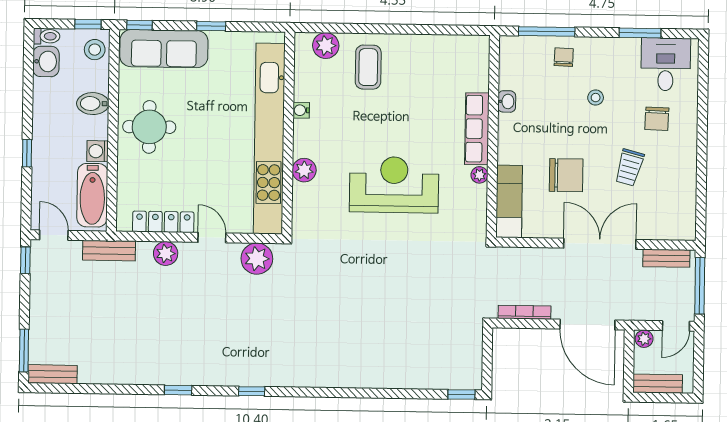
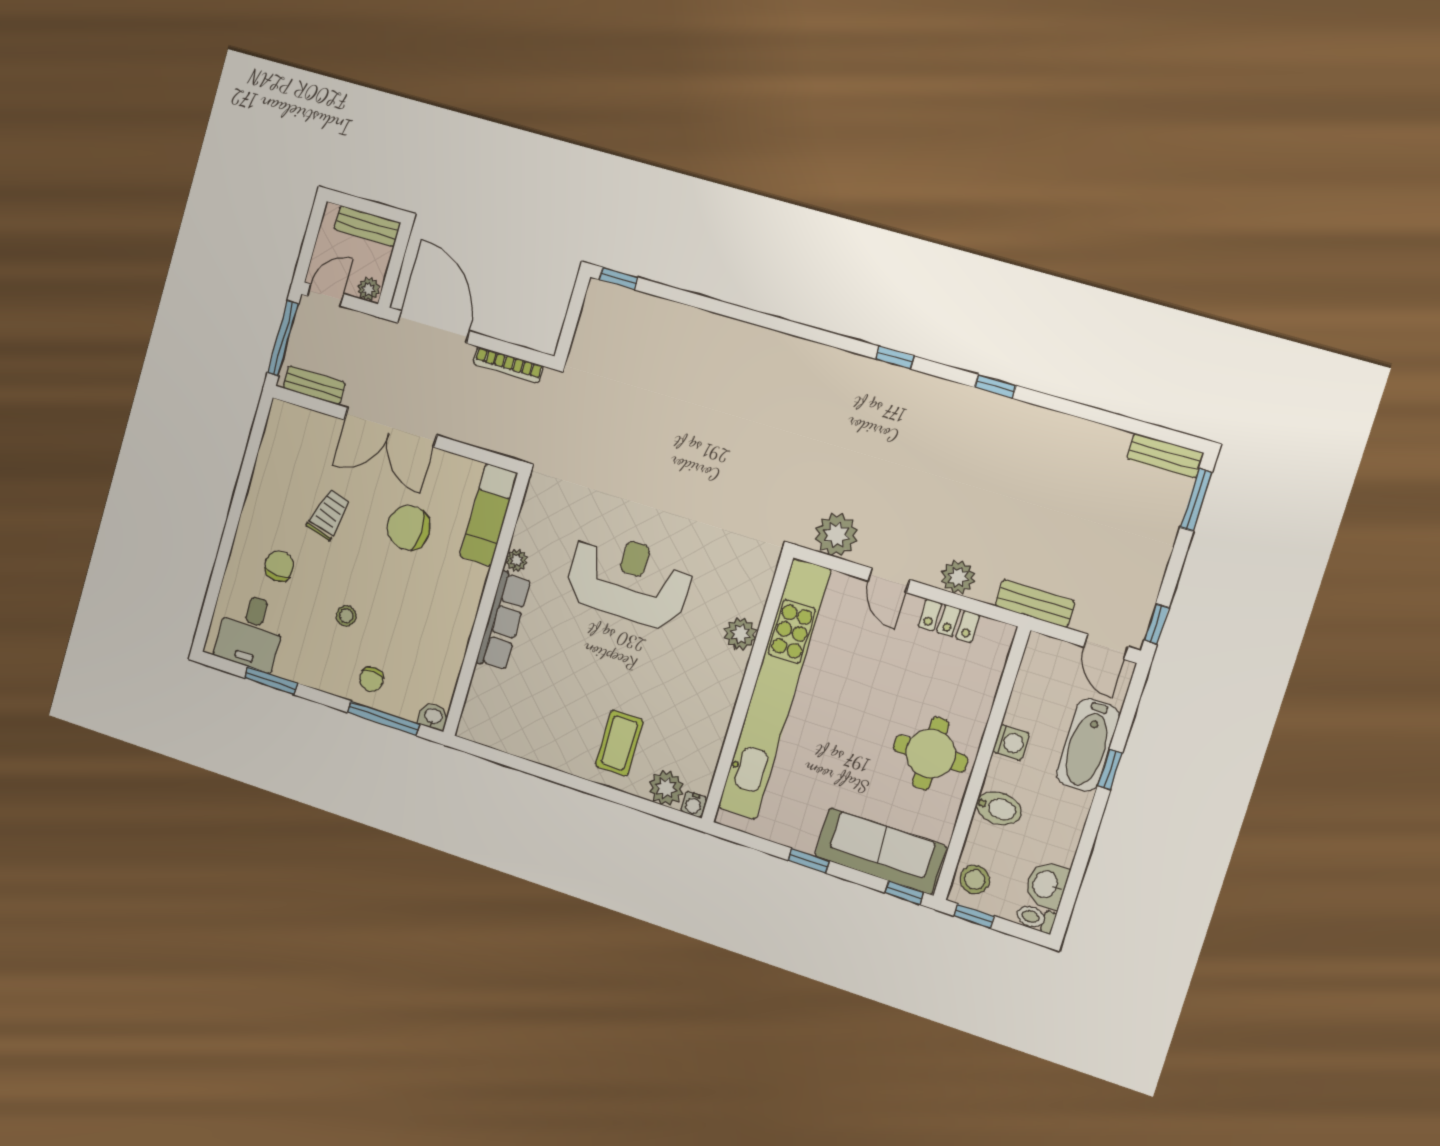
washbasin: (507, 101) -> (433, 717), moved, turned 90
water cooler: (301, 110) -> (694, 804), moved, turned 90
reception desk: (394, 185) -> (629, 580), turned 180
bathtub: (92, 195) -> (1088, 745), moved, turned 180
locker: (163, 222) -> (949, 621), width x0.66

